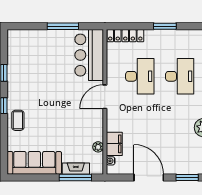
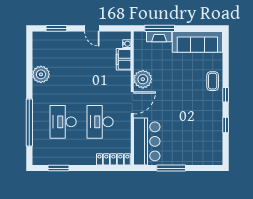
window: (165, 26) -> (58, 168), moved
plant: (98, 147) -> (143, 79), moved, width x1.88, depth x1.88
door: (149, 177) -> (92, 28), width x0.53

